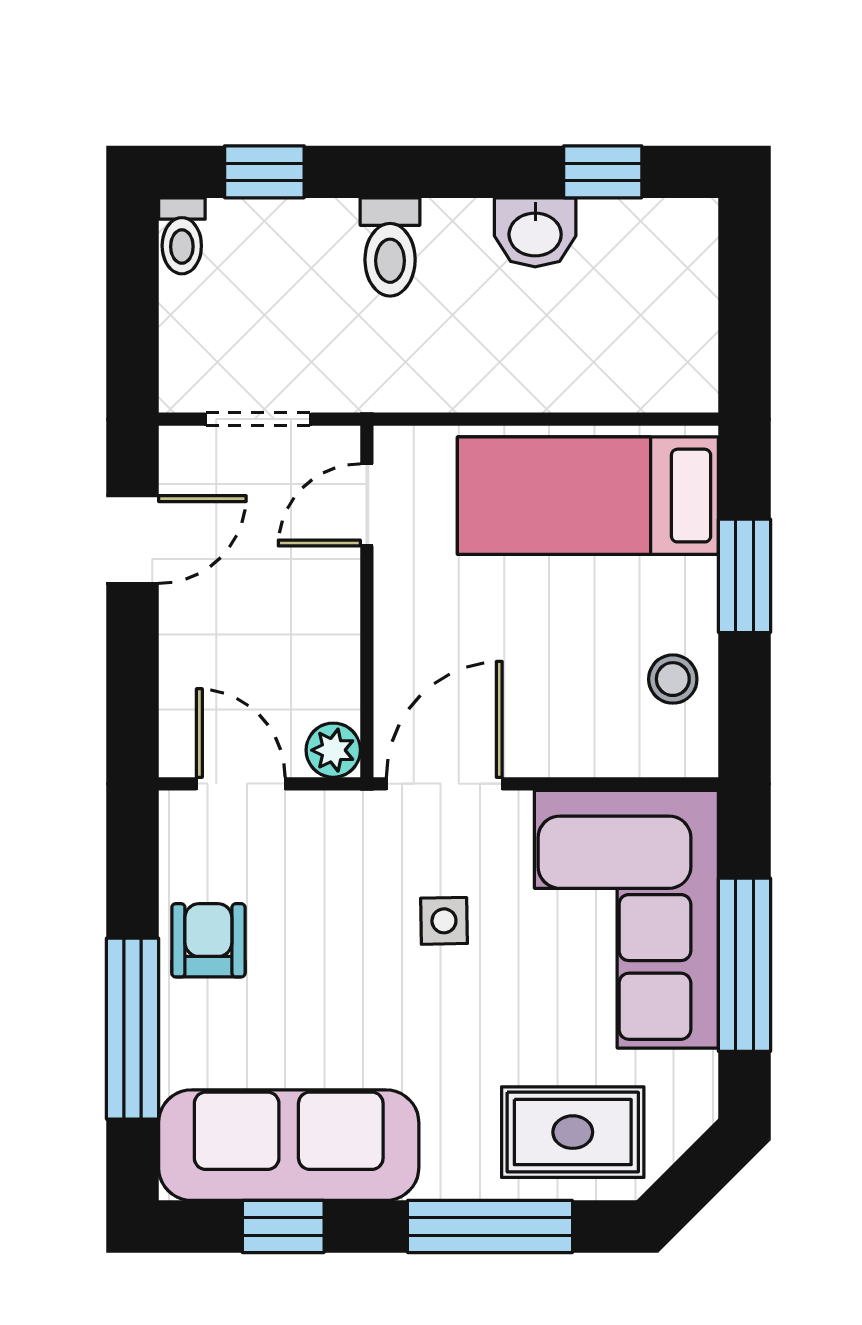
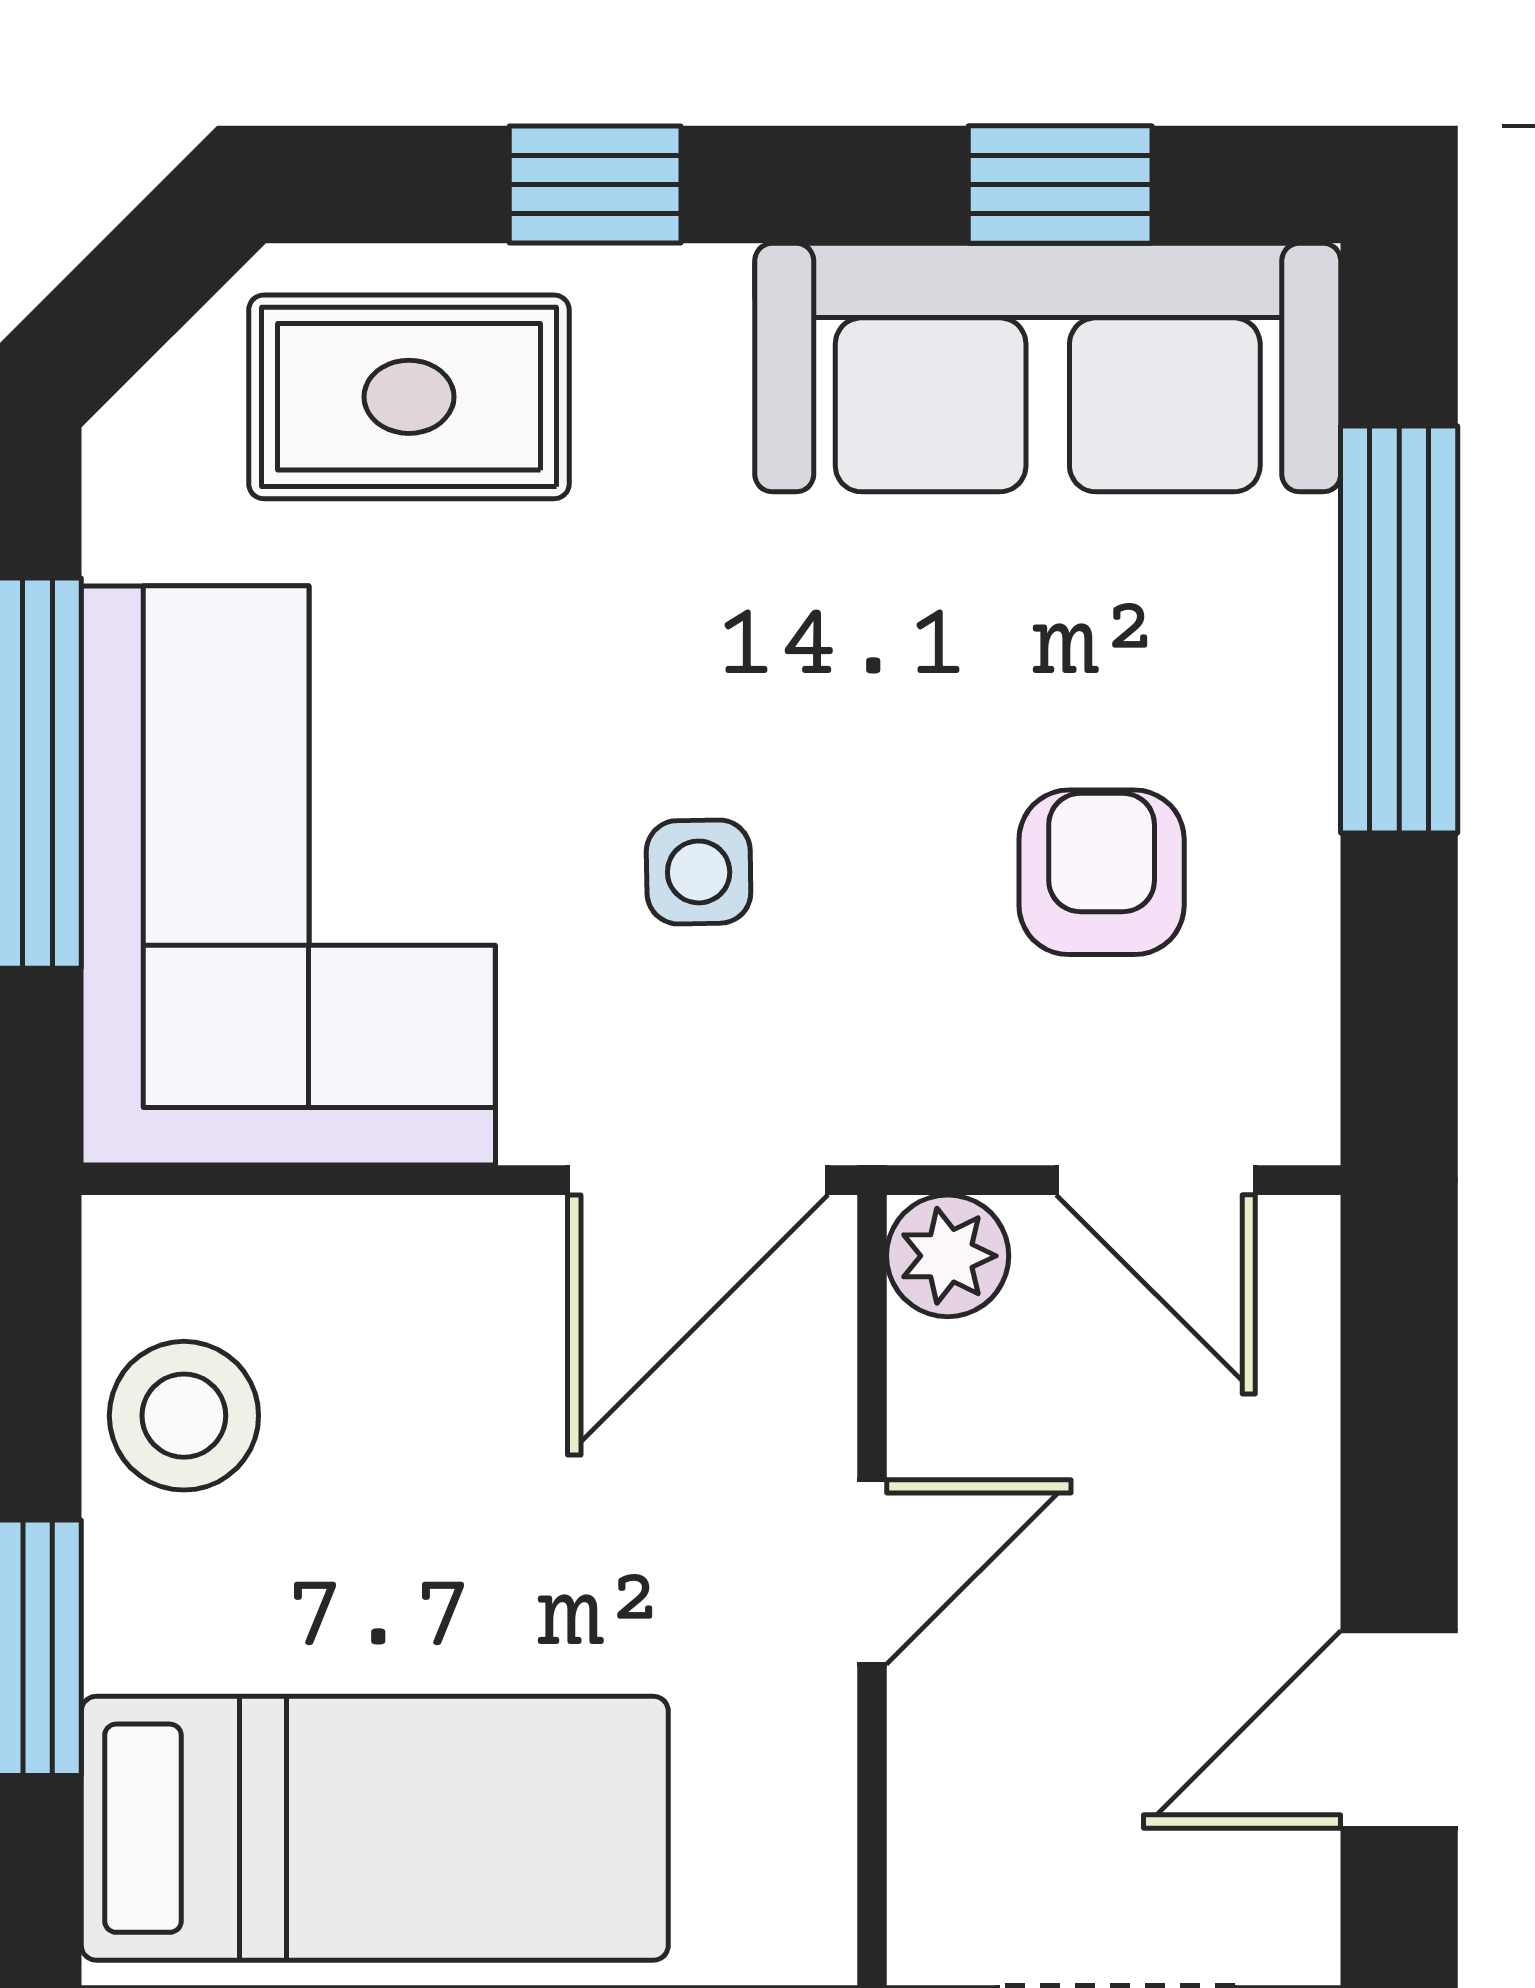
door: (367, 505) -> (872, 1572), moved
stool: (673, 679) -> (184, 1416), width x1.37, depth x1.37
armchair: (208, 940) -> (1102, 872), moved, turned 180
window: (490, 1227) -> (595, 185), width x0.46

